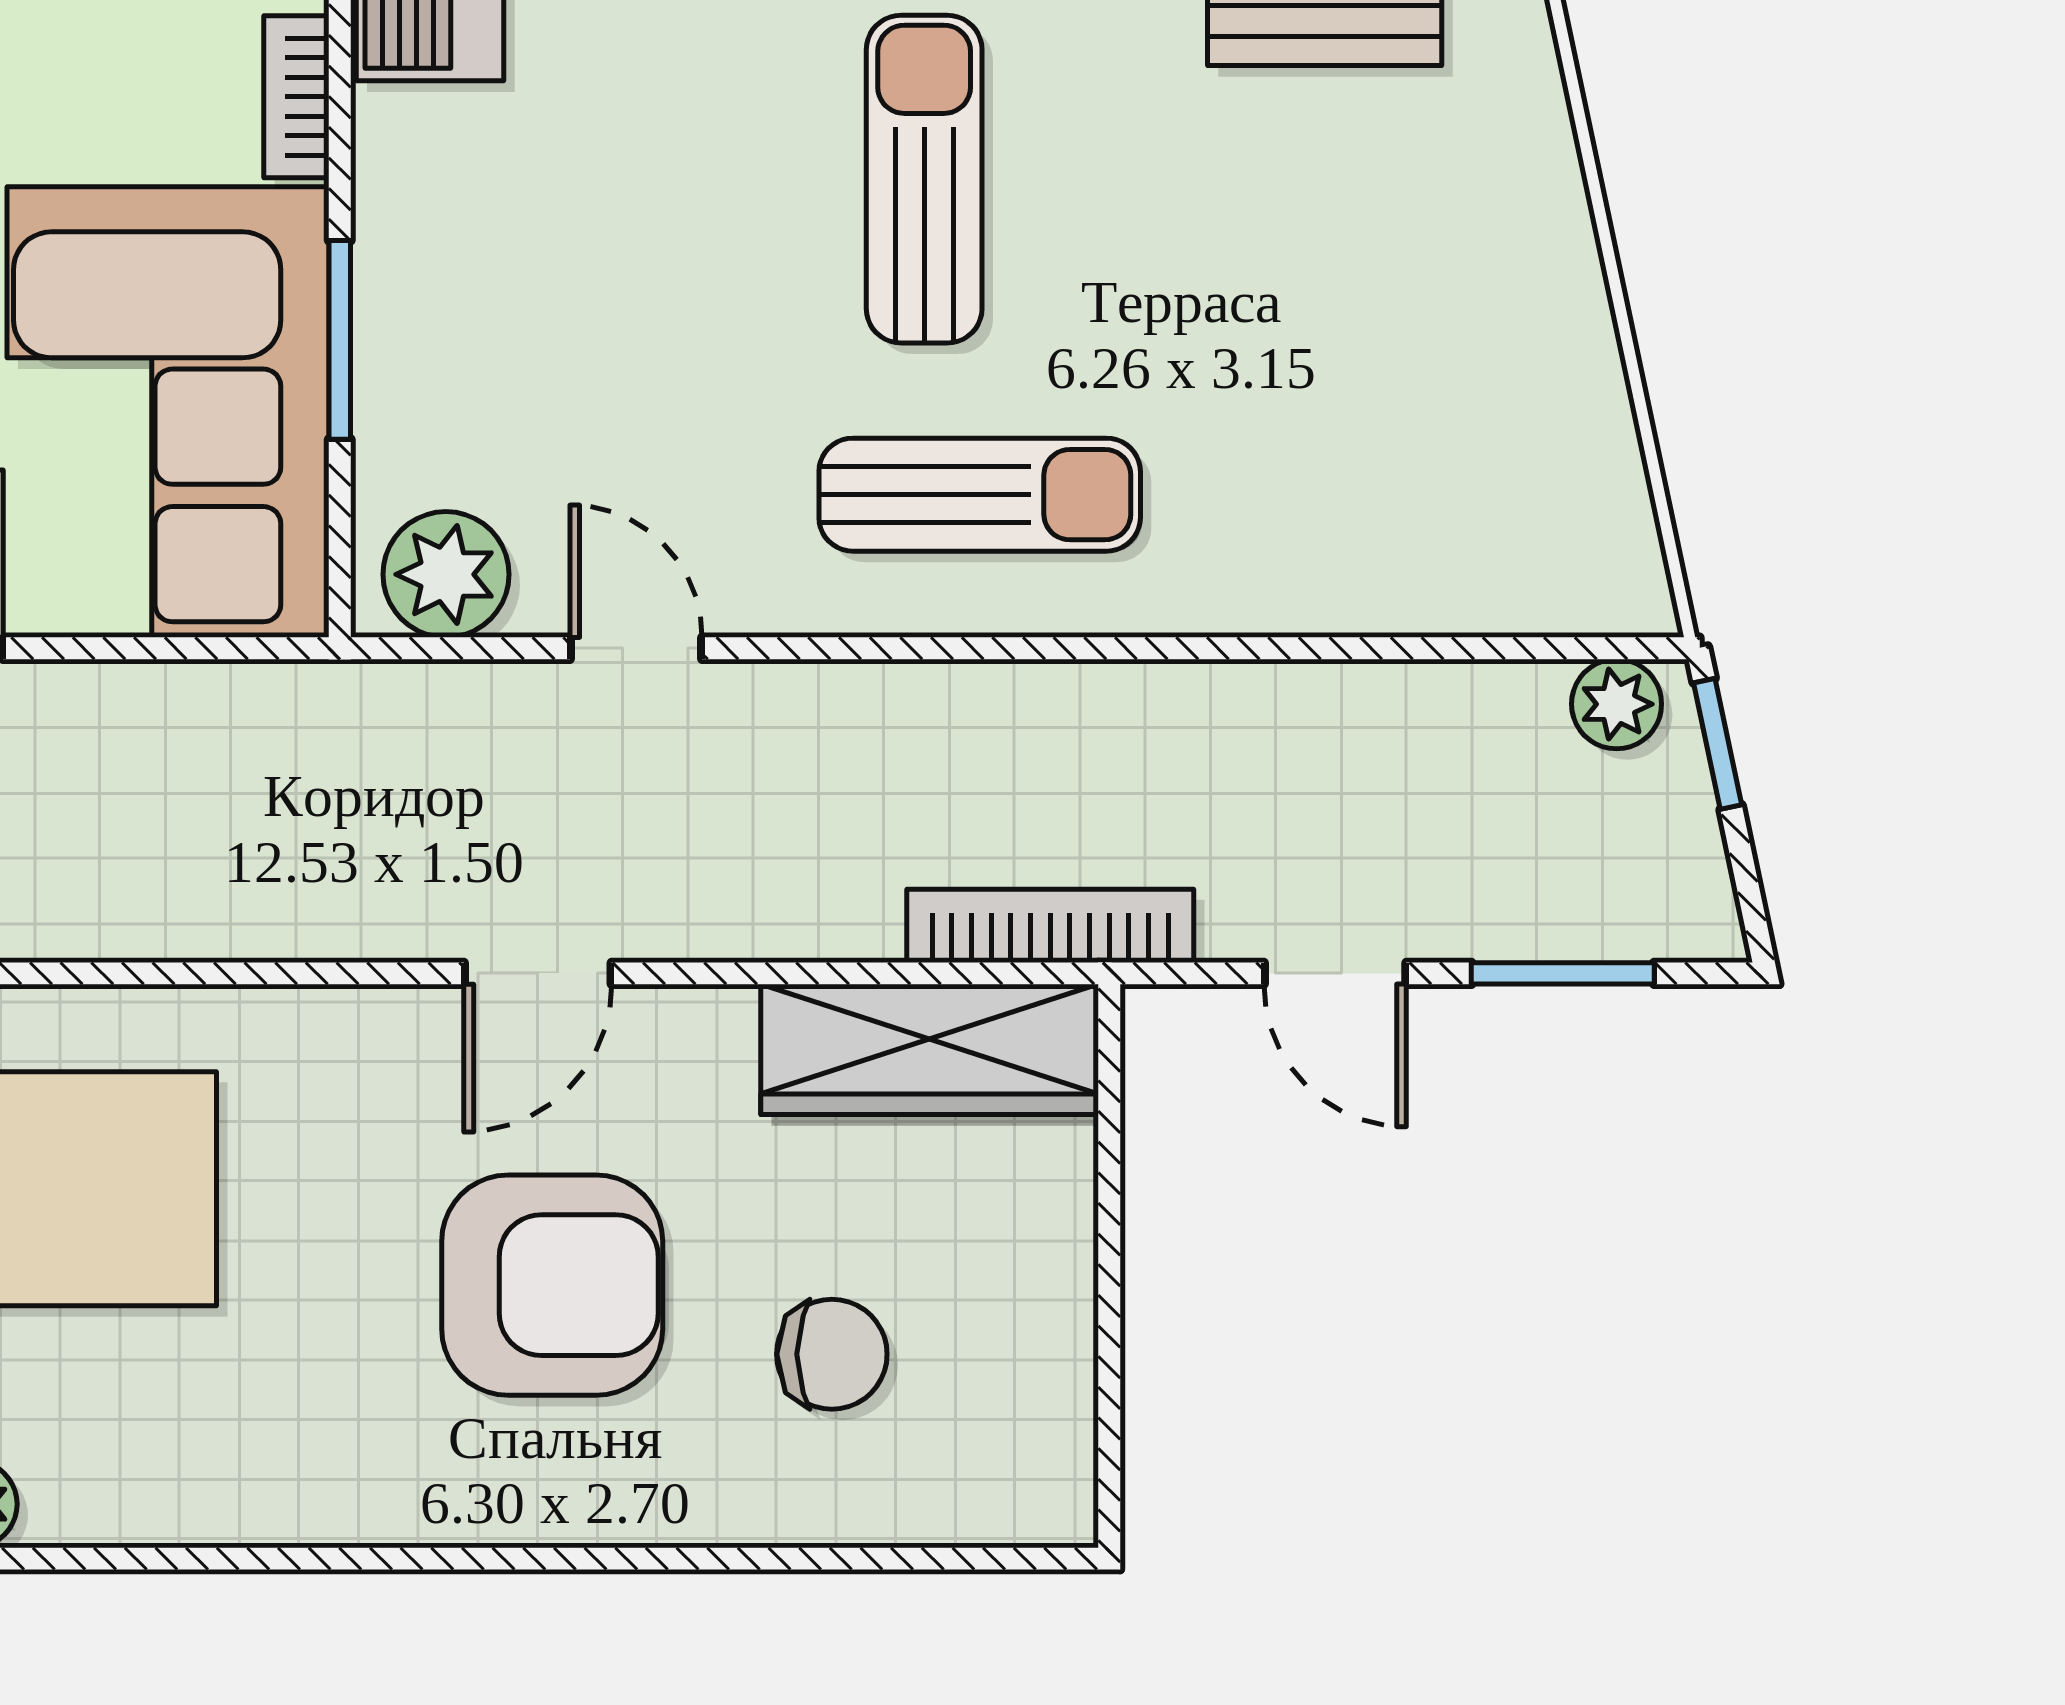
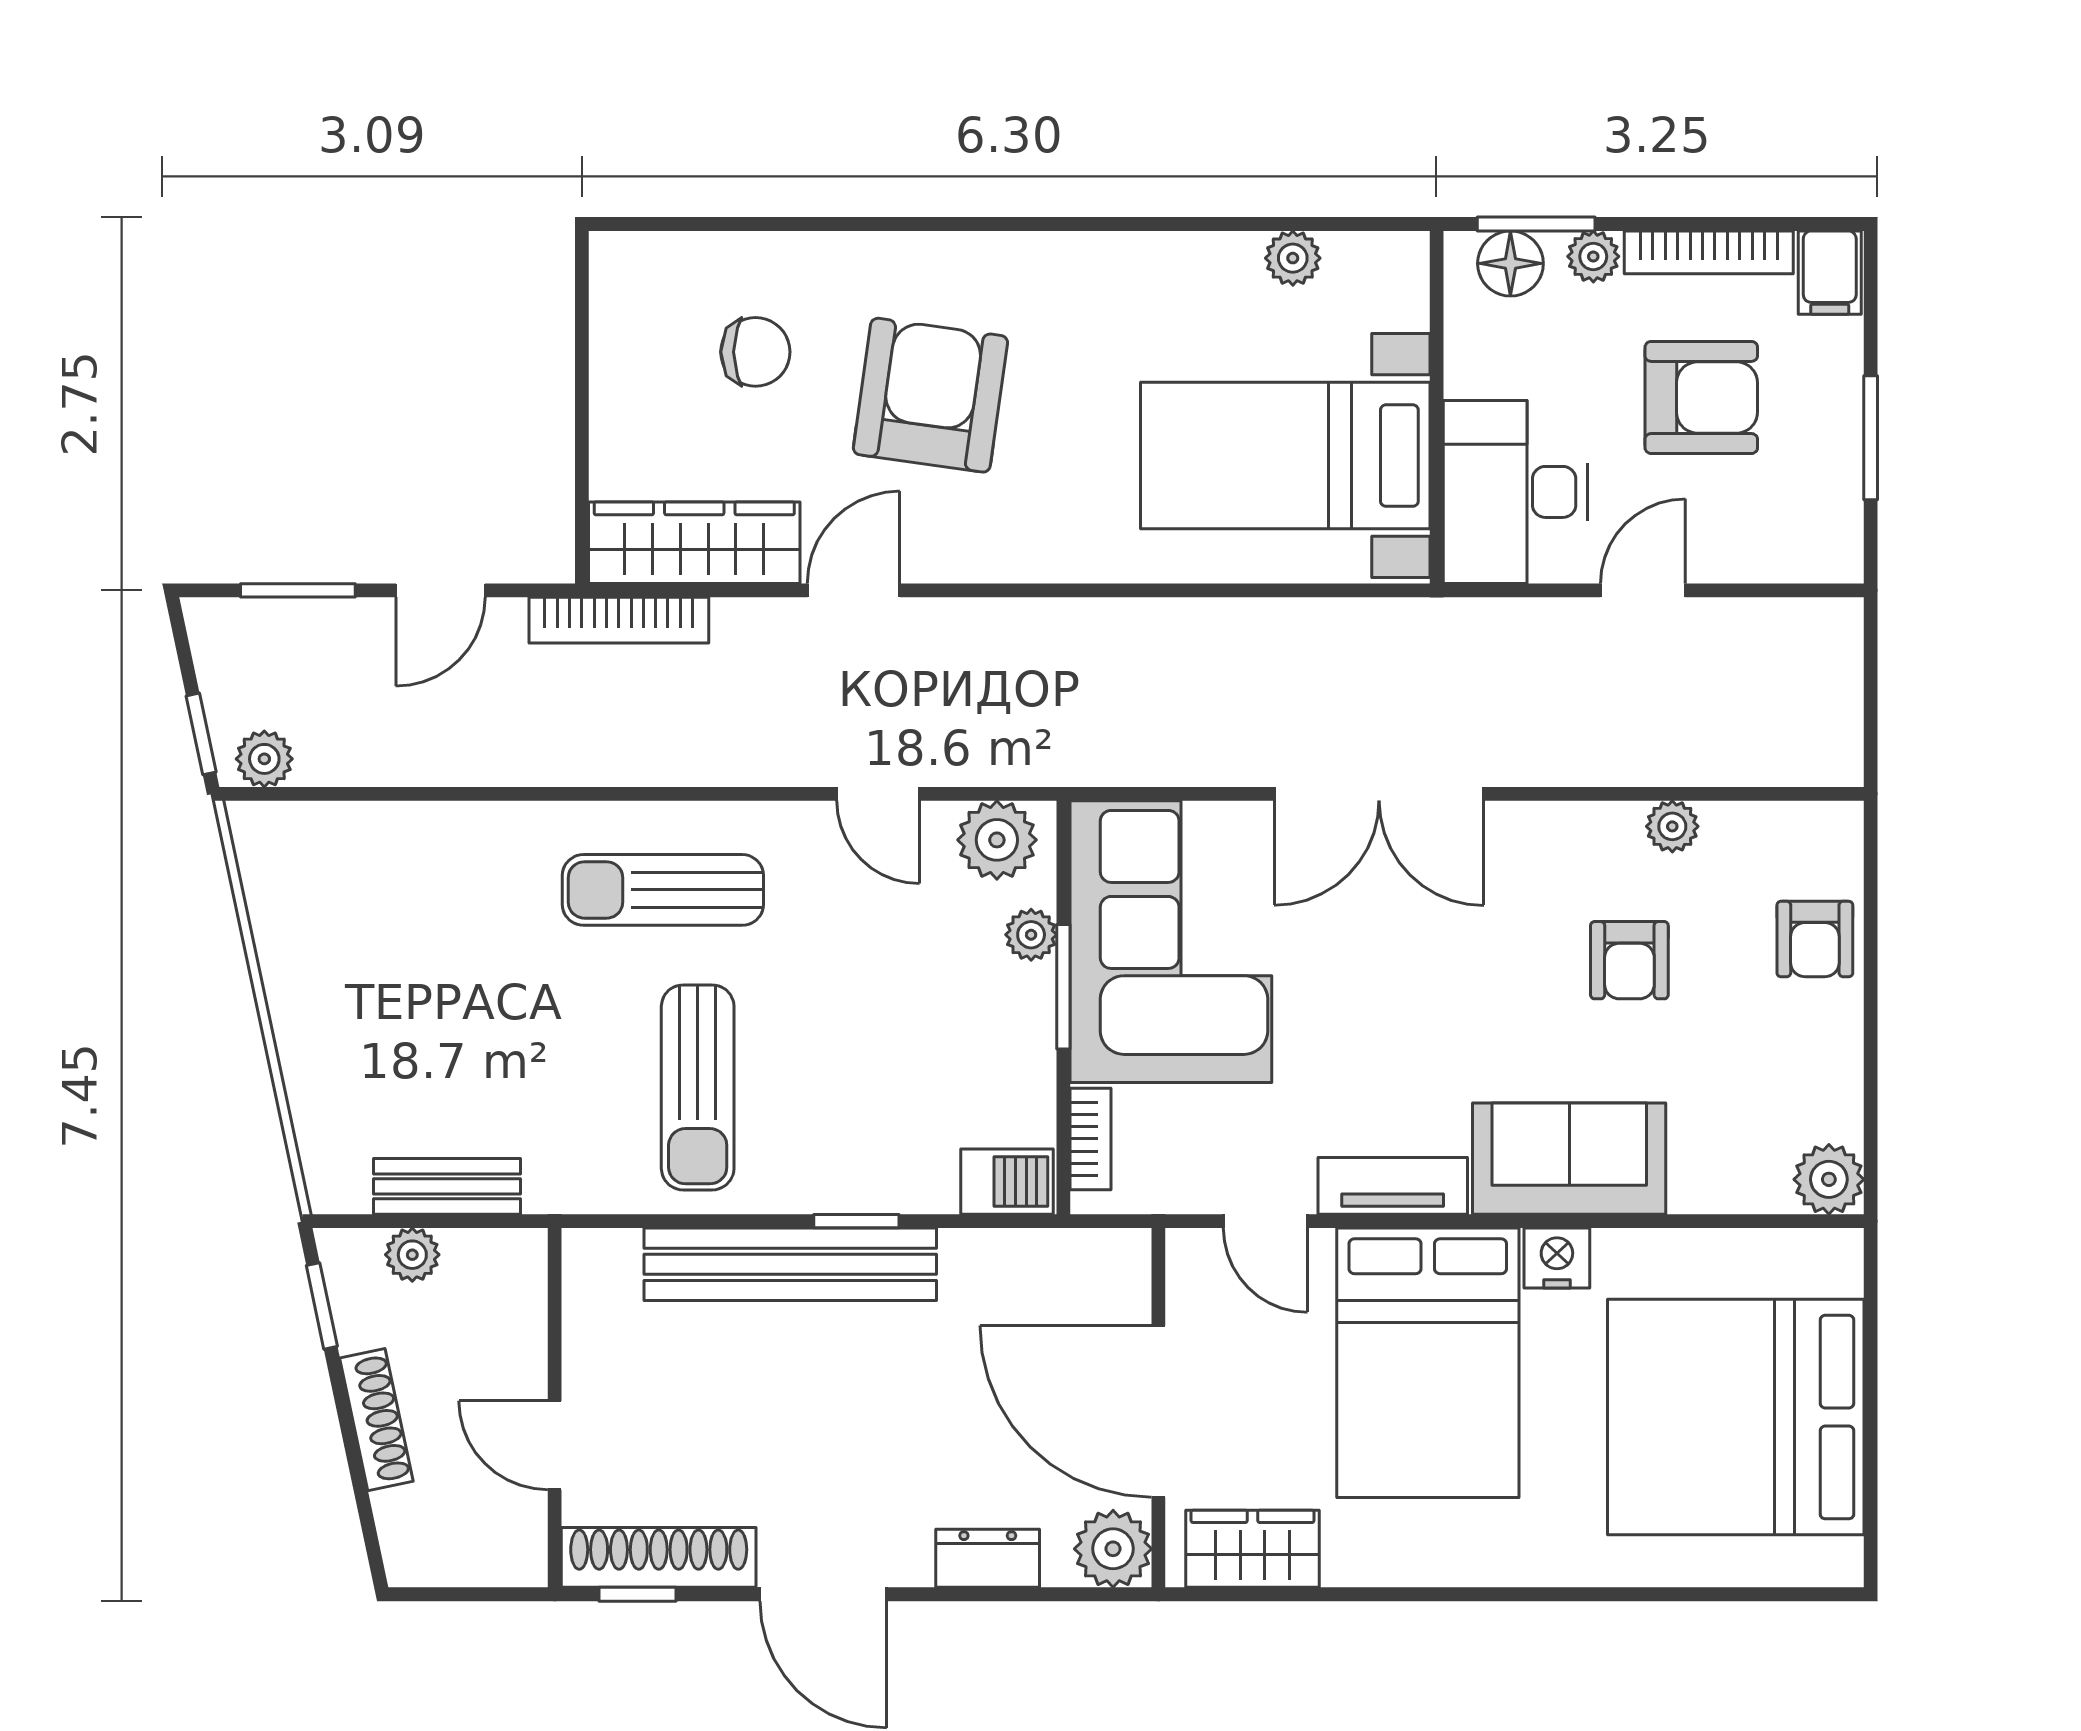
plant: (391, 423) -> (1031, 935), added
door: (538, 973) -> (854, 590), moved
door: (1335, 973) -> (440, 590), swing flipped
armchair: (552, 1285) -> (930, 395), turned 98
chair: (832, 1354) -> (755, 352), turned 180

